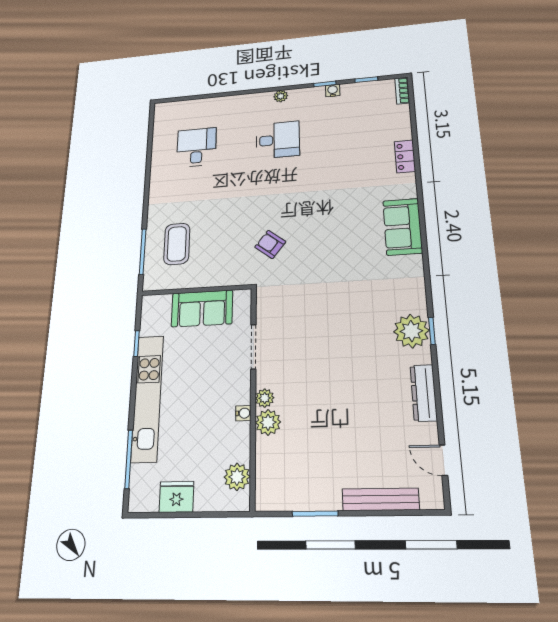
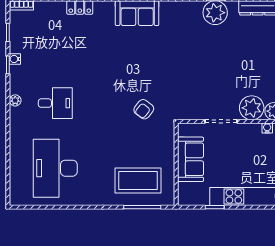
desk: (278, 140) -> (55, 103), turned 90
desk: (196, 147) -> (55, 168), width x1.87, depth x1.30
coffee table: (177, 244) -> (138, 181), width x1.36, depth x1.32
plant: (265, 398) -> (252, 108), width x1.88, depth x1.88

